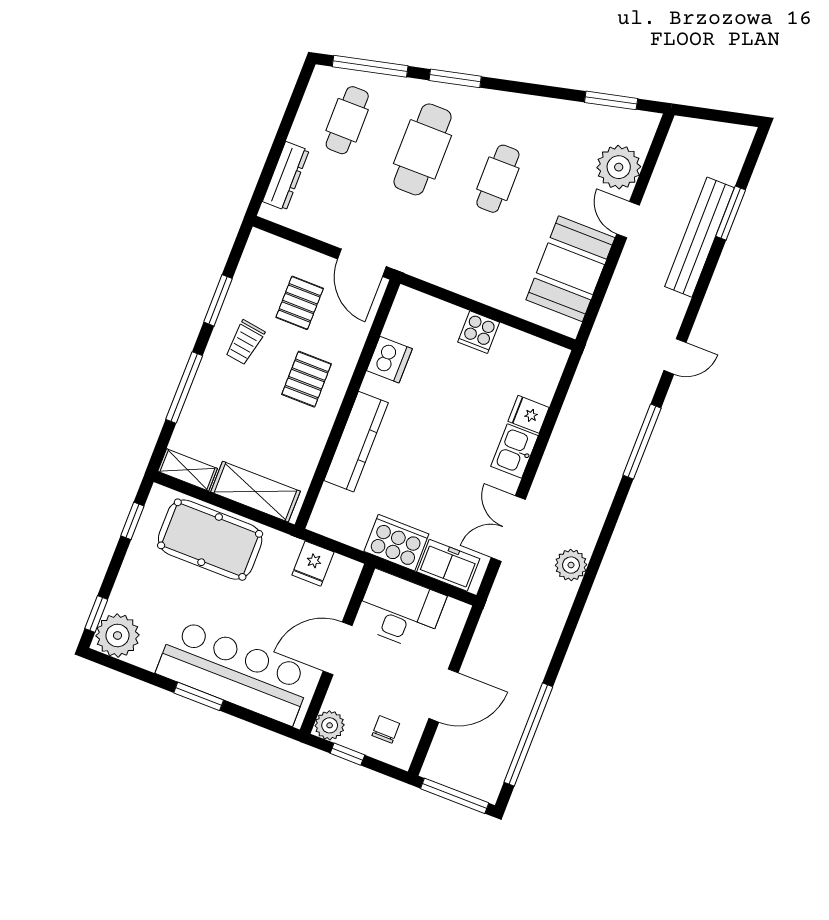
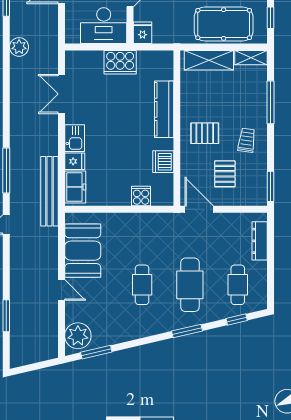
window: (370, 66) -> (237, 319), width x0.46
plant: (619, 167) -> (78, 336), moved
bench: (700, 237) -> (49, 191), moved
window: (218, 300) -> (270, 186), moved
cooker: (479, 332) -> (141, 196), moved
pallet: (307, 379) -> (205, 133), turned 90
double door: (508, 529) -> (61, 94), swing flipped
fridge: (313, 564) -> (143, 33), moved
freezer: (448, 565) -> (75, 187), moved, turned -90
plant: (571, 565) -> (19, 47), moved

